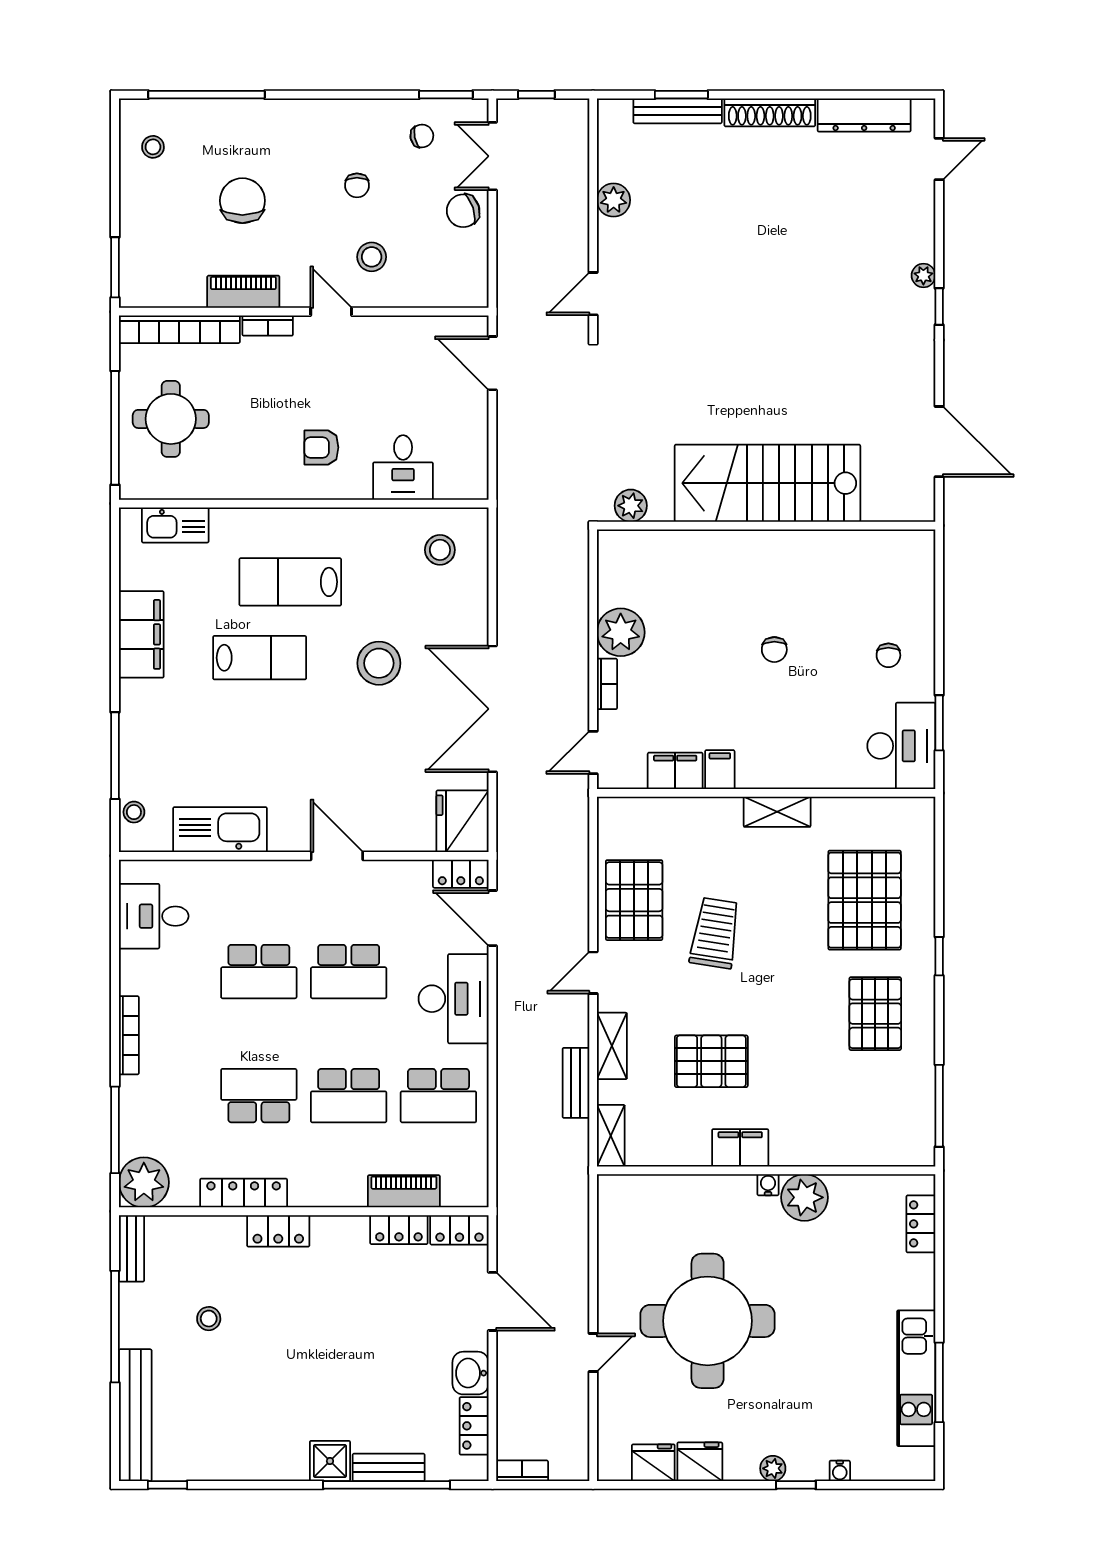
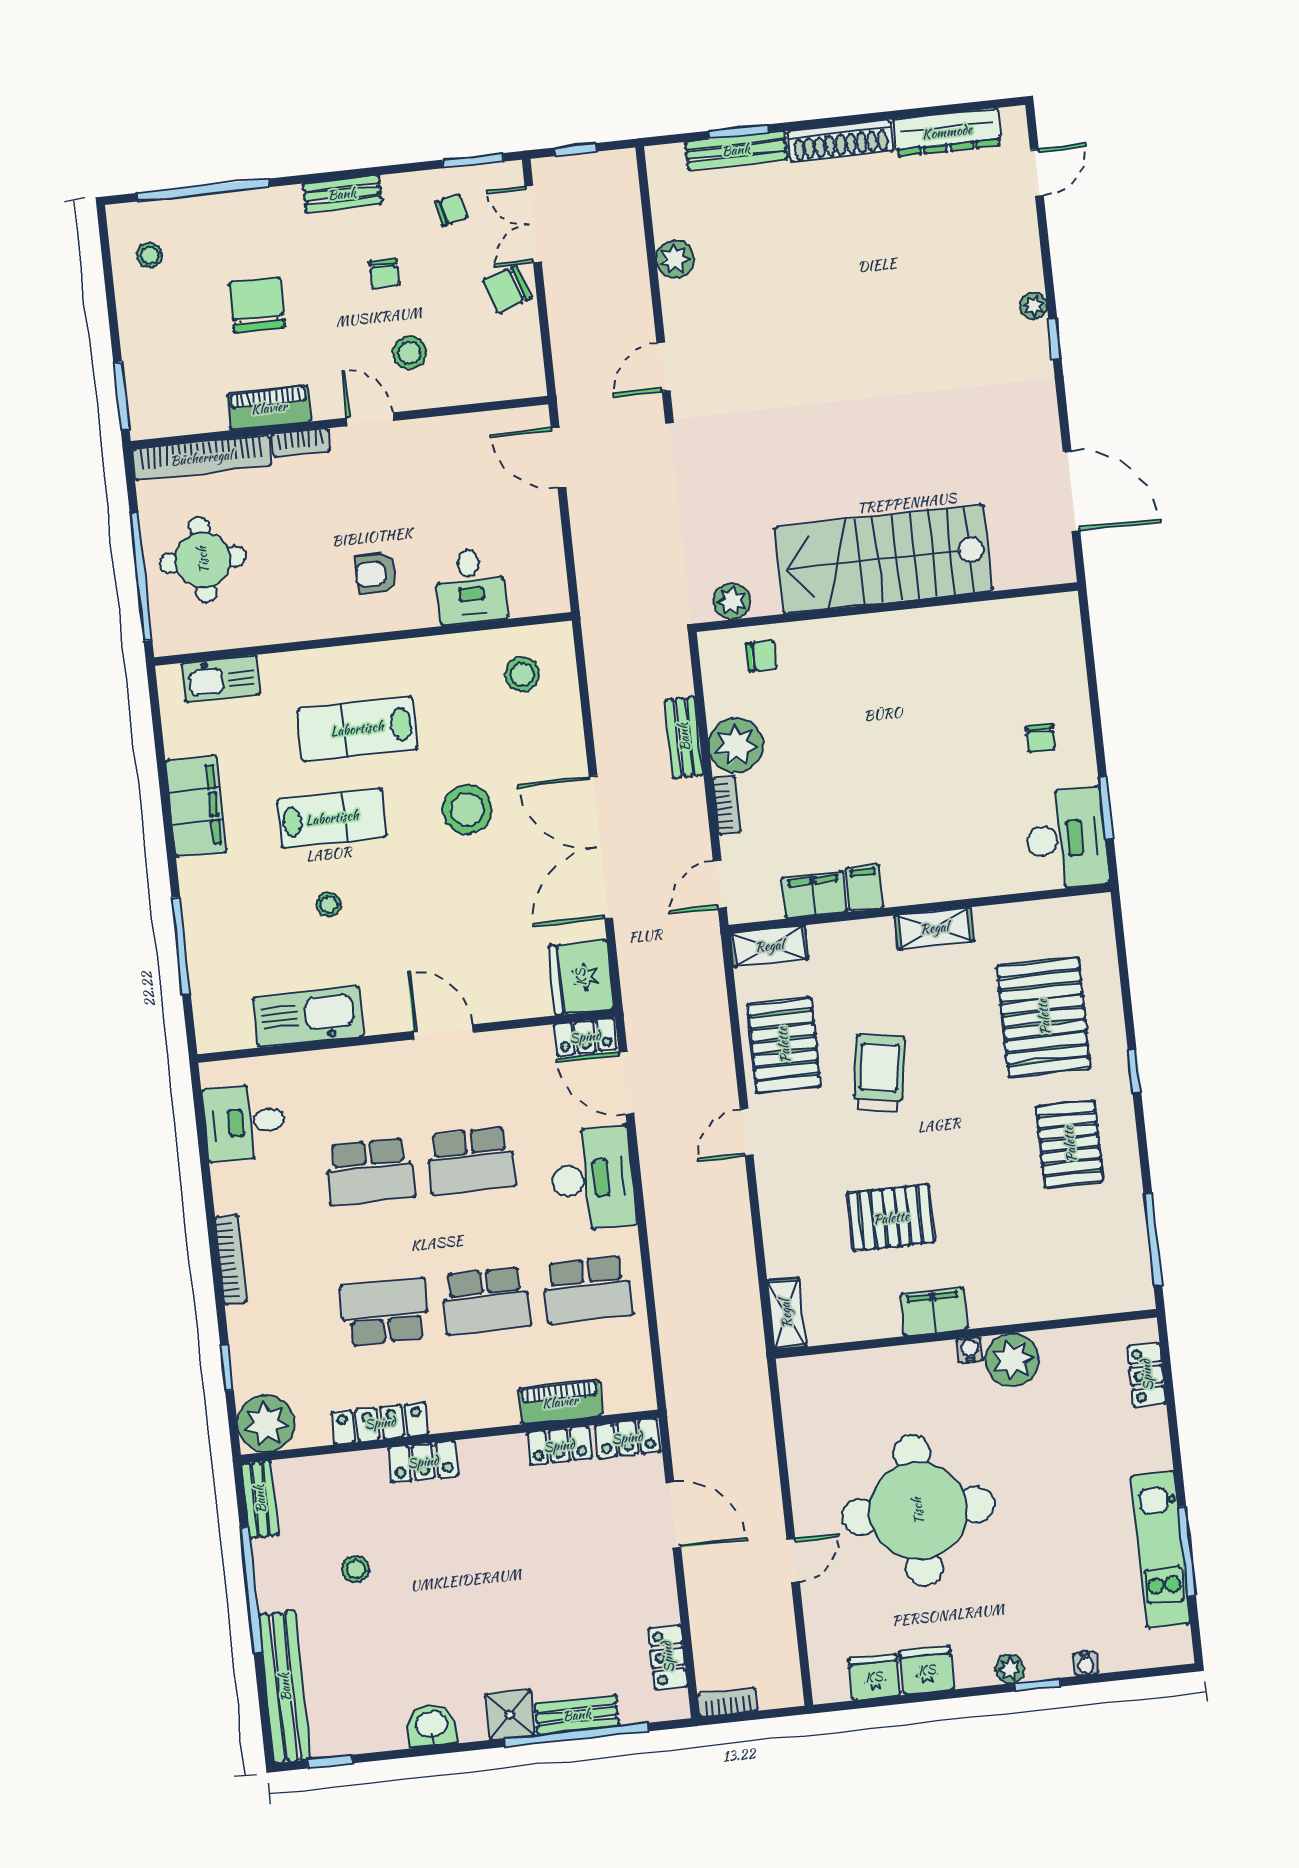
bench: (328, 111) -> (342, 194), added
chair: (774, 650) -> (761, 656), moved, turned -90
stool: (134, 812) -> (329, 905), moved
shelving: (612, 1046) -> (769, 946), moved, turned 90
bench: (576, 1083) -> (684, 737), moved
window: (115, 1130) -> (227, 1368), width x0.46
washbasin: (471, 1373) -> (432, 1726), moved, turned 90

